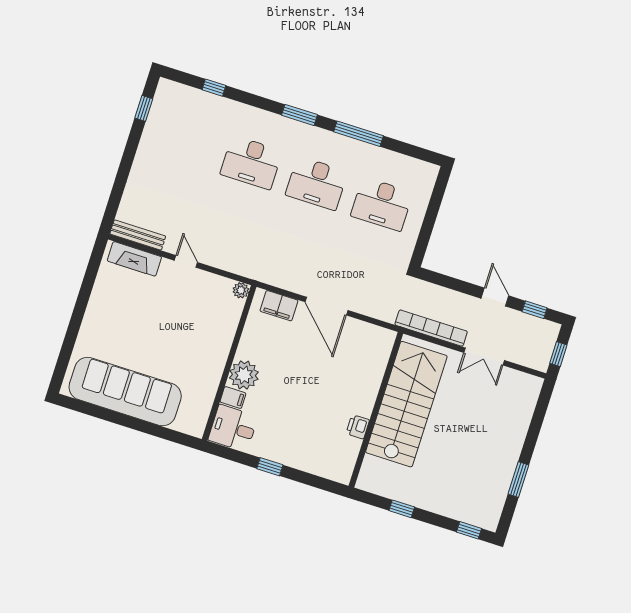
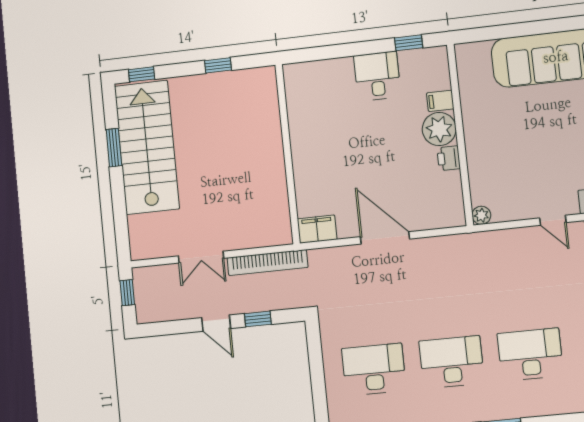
filing cabinet: (279, 306) -> (317, 229), moved
window: (535, 310) -> (258, 319), moved
double door: (484, 357) -> (201, 257), swing flipped
stairs: (406, 404) -> (147, 147), moved, turned 180
printer: (358, 427) -> (449, 158), moved, turned 180
desk: (233, 428) -> (377, 76), moved, turned -90
window: (270, 467) -> (409, 43), moved

